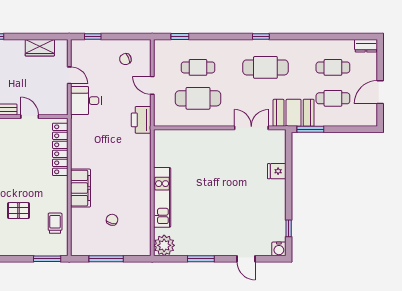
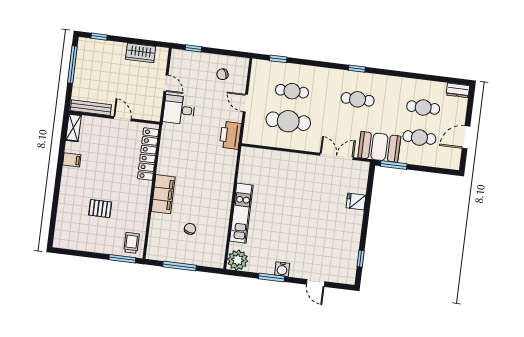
cafe table: (265, 67) -> (358, 99), width x0.73, depth x0.74
trolley: (55, 223) -> (132, 243), moved
water cooler: (279, 249) -> (282, 269), moved

